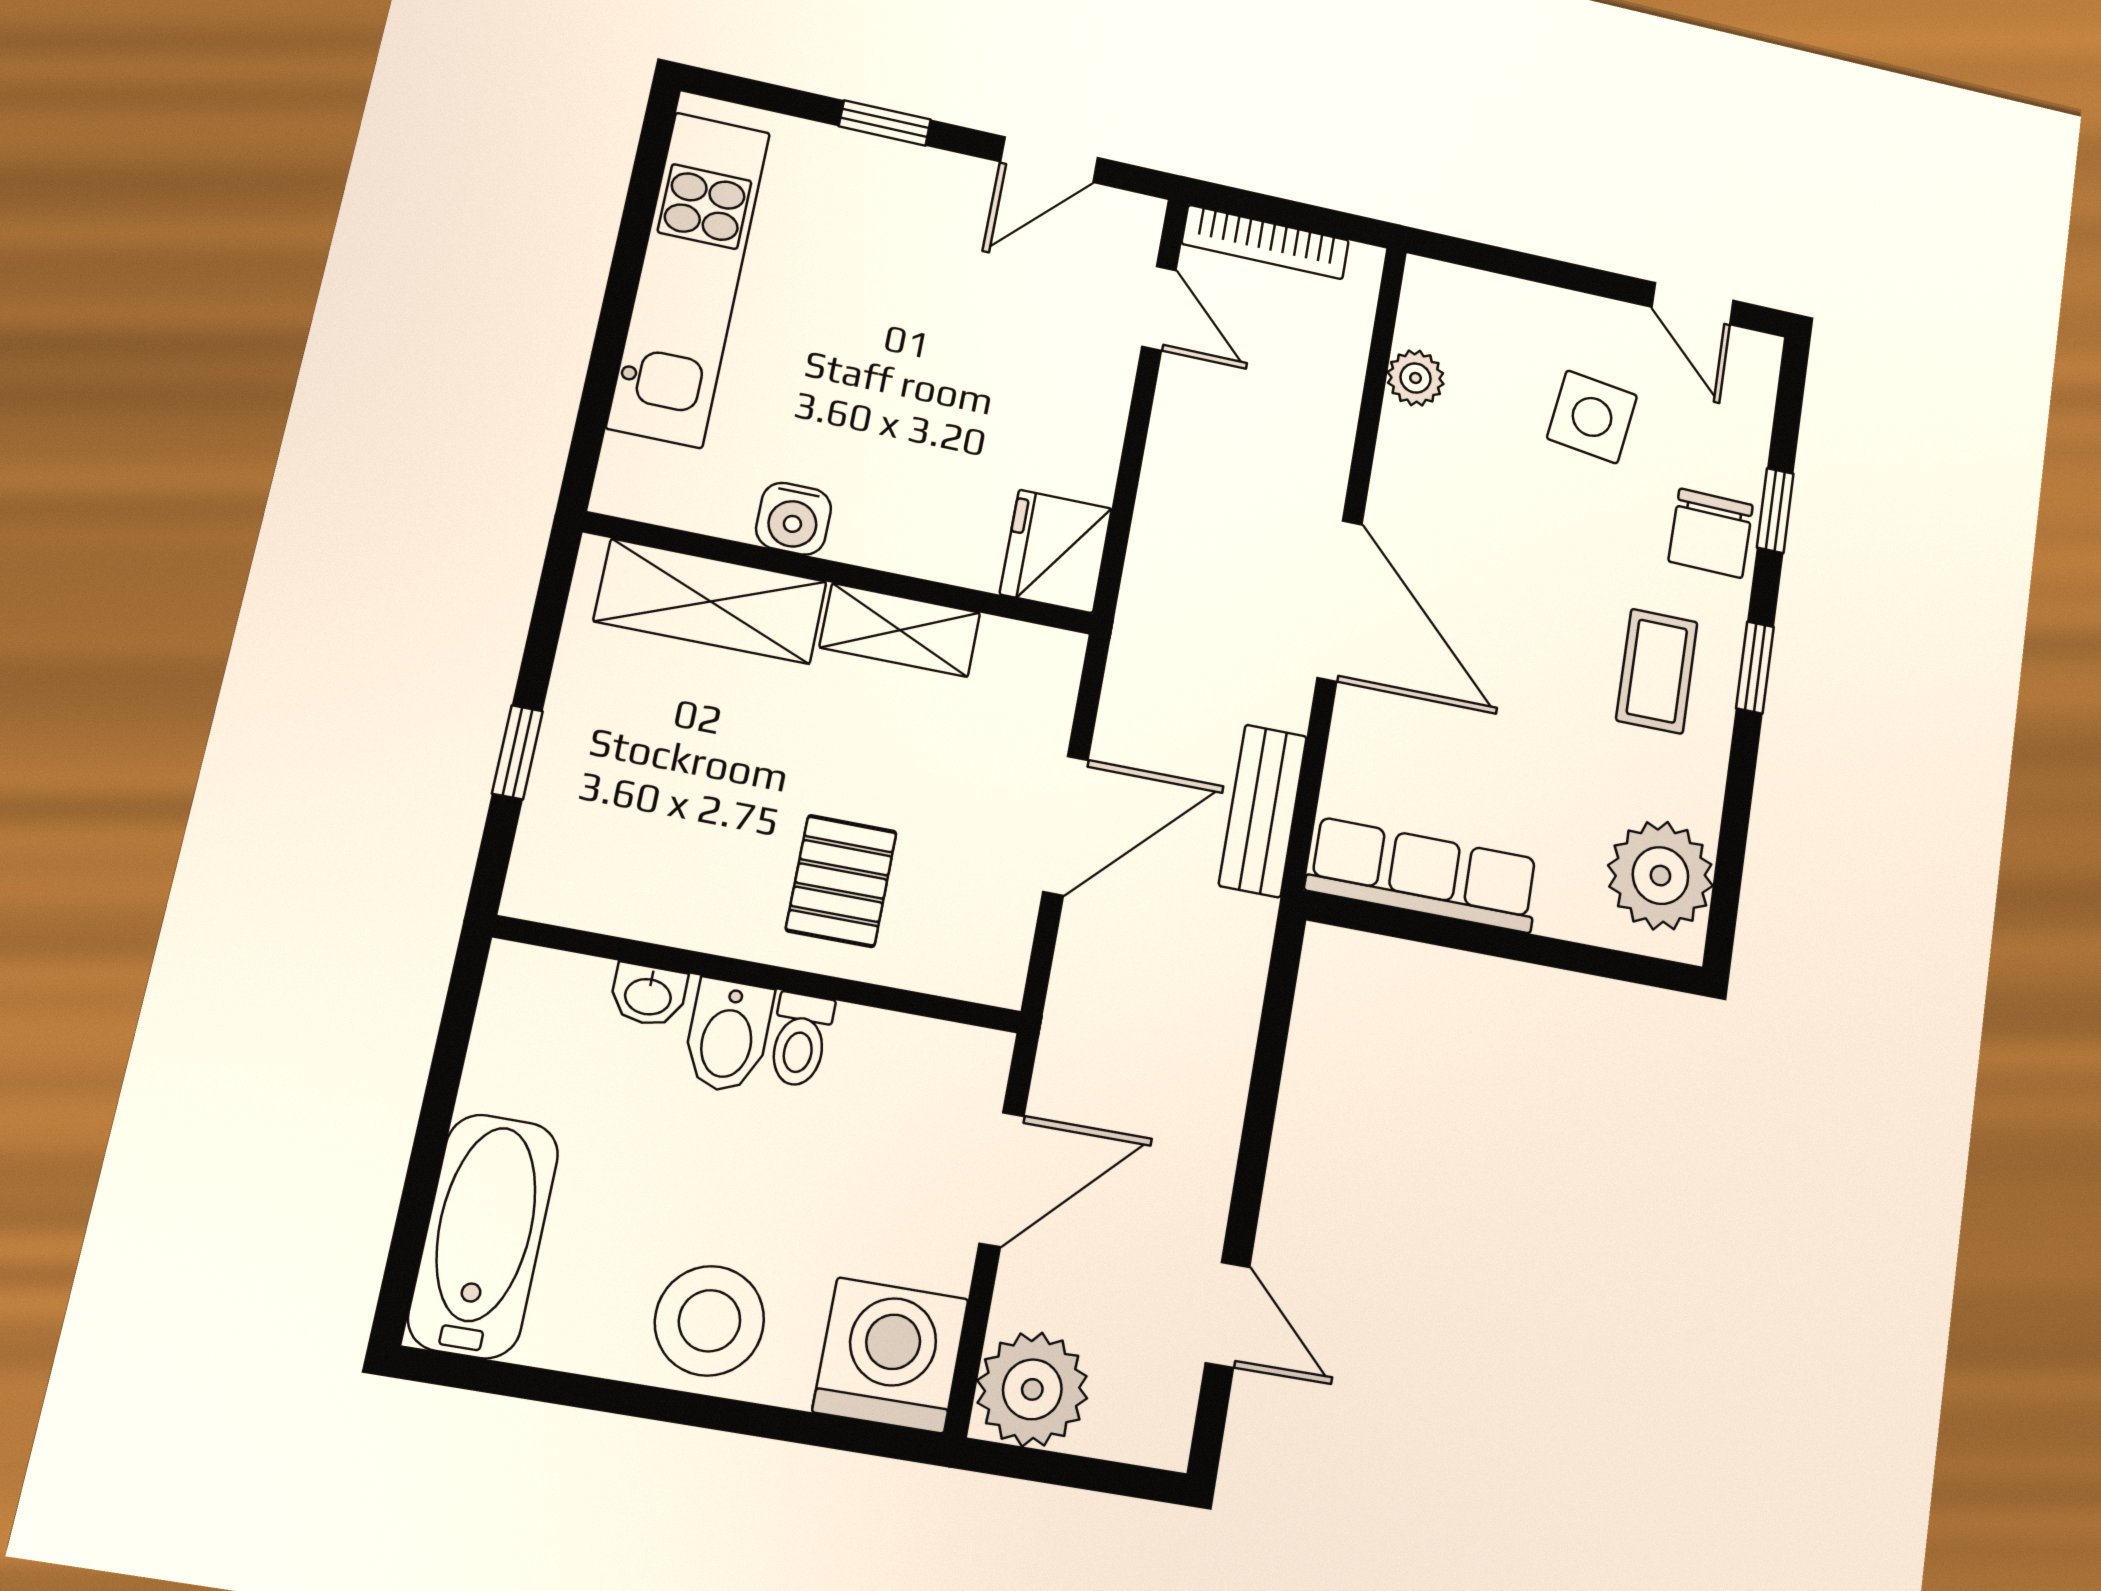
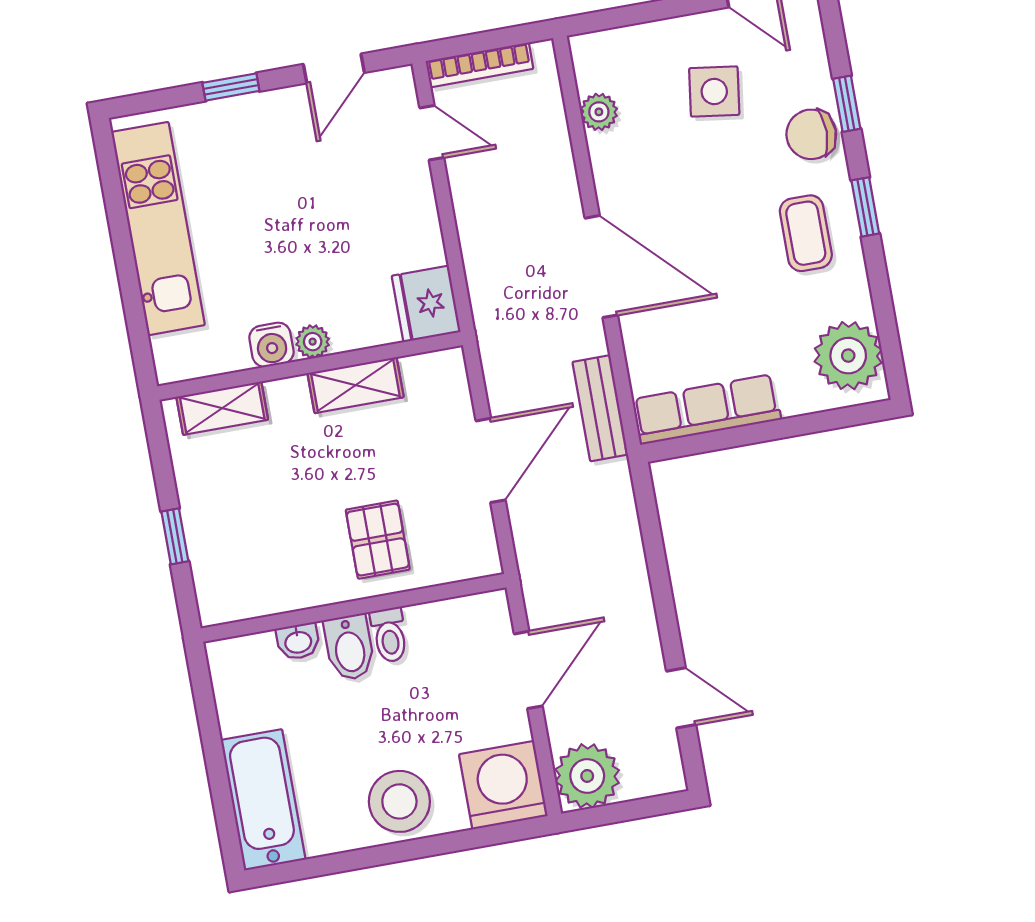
chair: (1711, 533) -> (811, 134), turned 89
plant: (859, 539) -> (313, 342), added
shelving: (711, 601) -> (222, 408), width x0.67, depth x0.75

